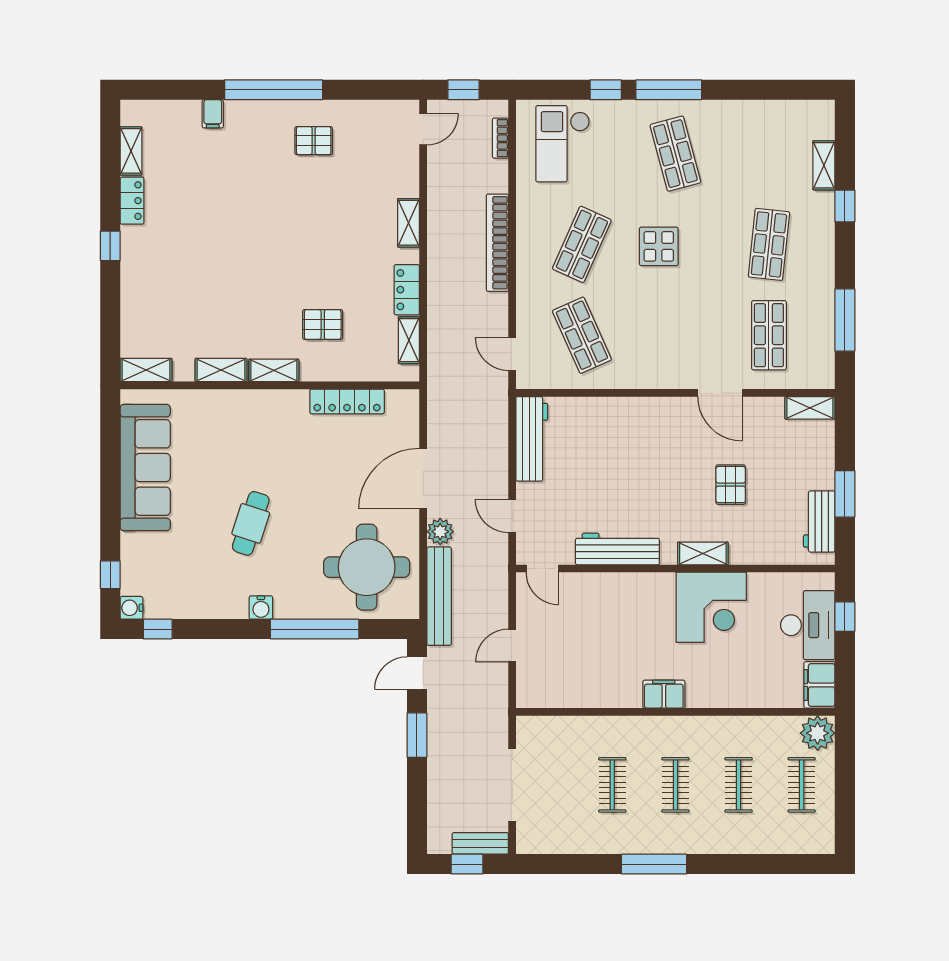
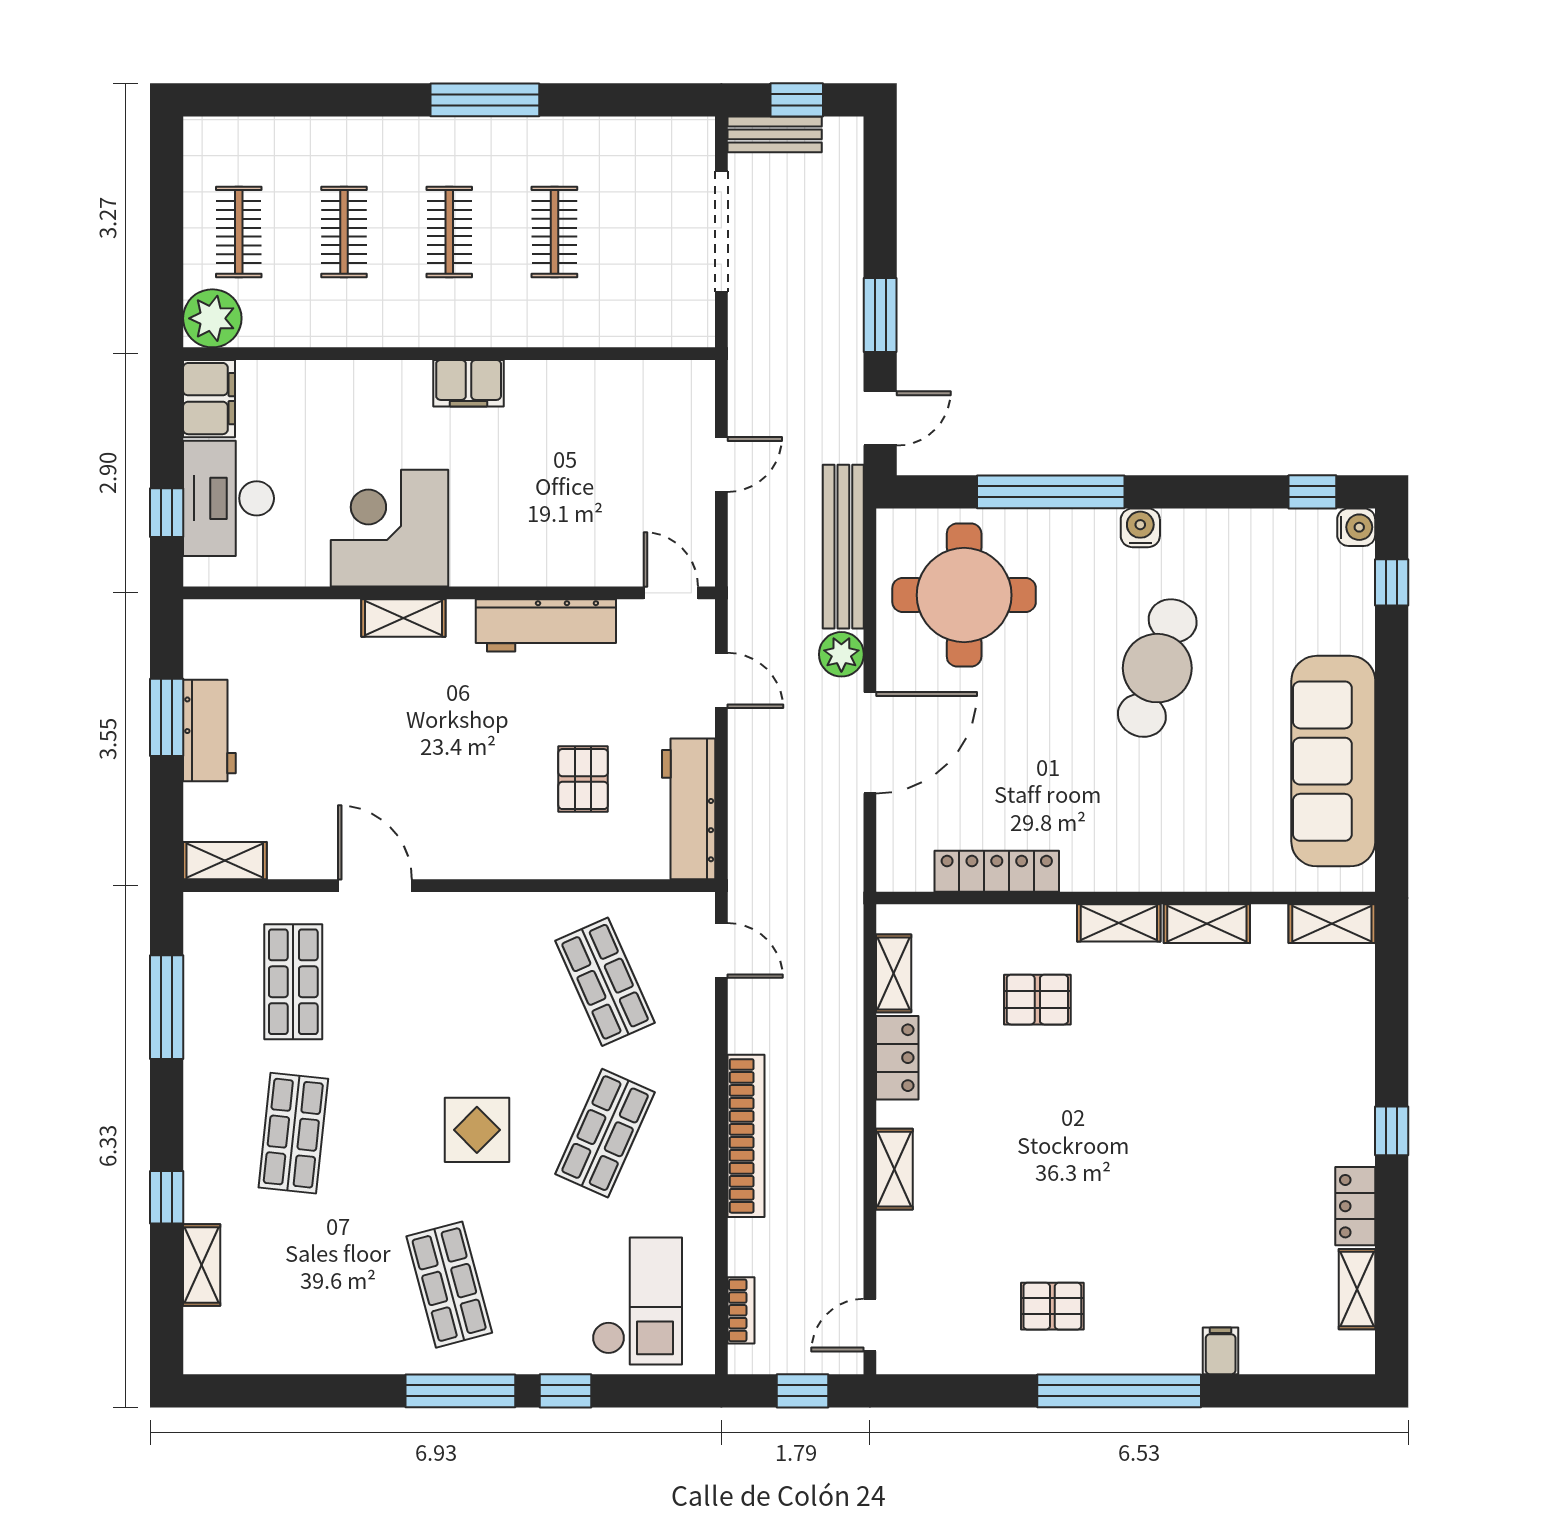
pallet: (731, 485) -> (583, 779), moved
workbench: (819, 522) -> (209, 731), moved
cafe table: (251, 523) -> (1157, 668), width x1.37, depth x1.35

